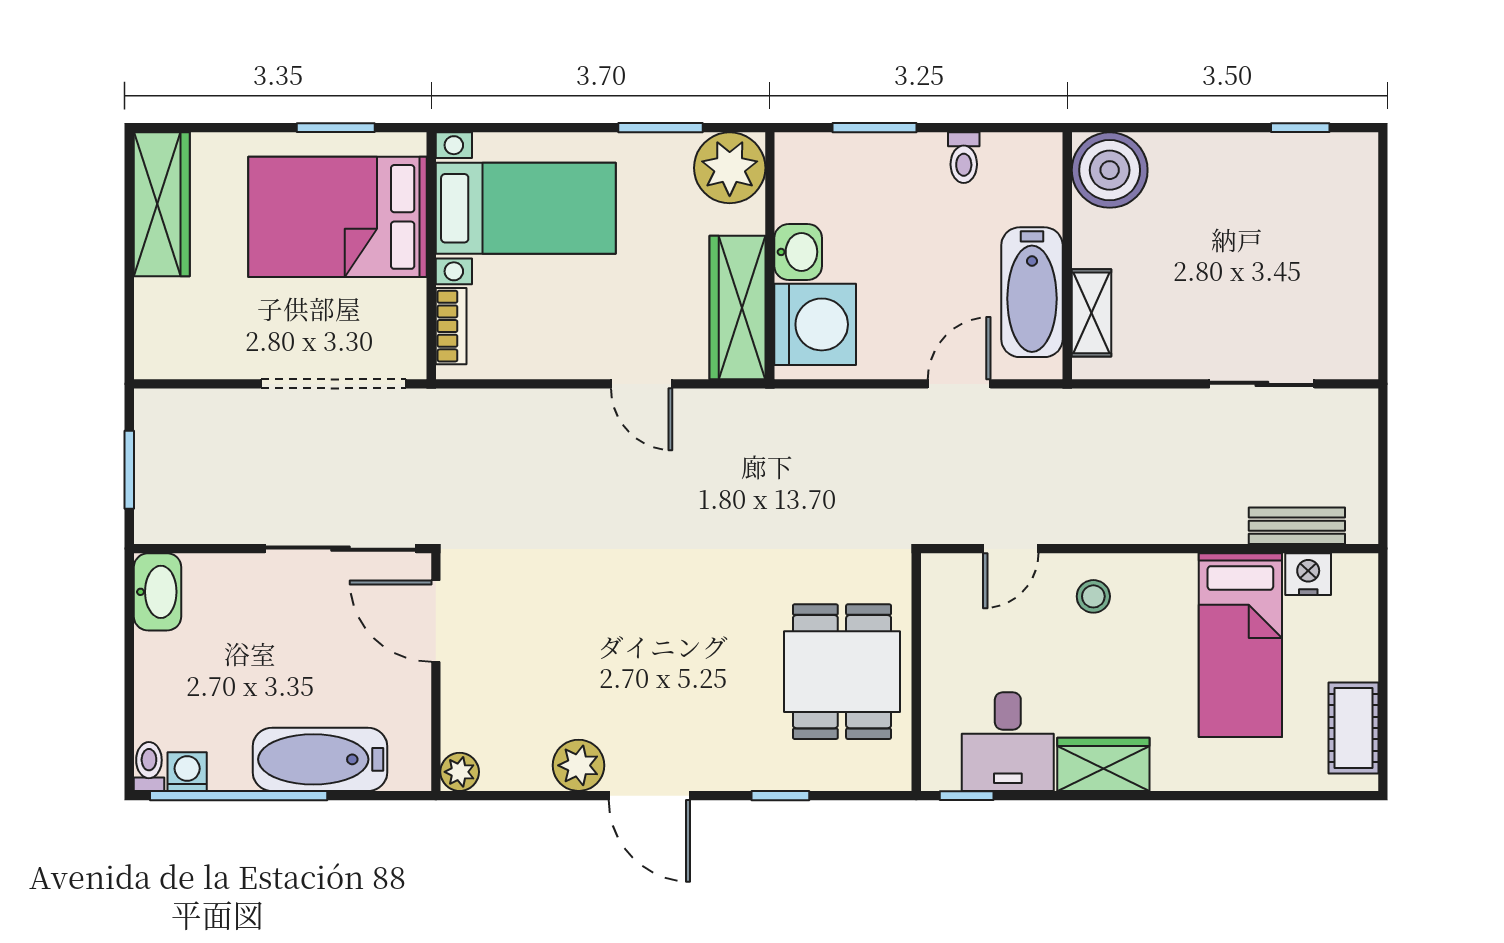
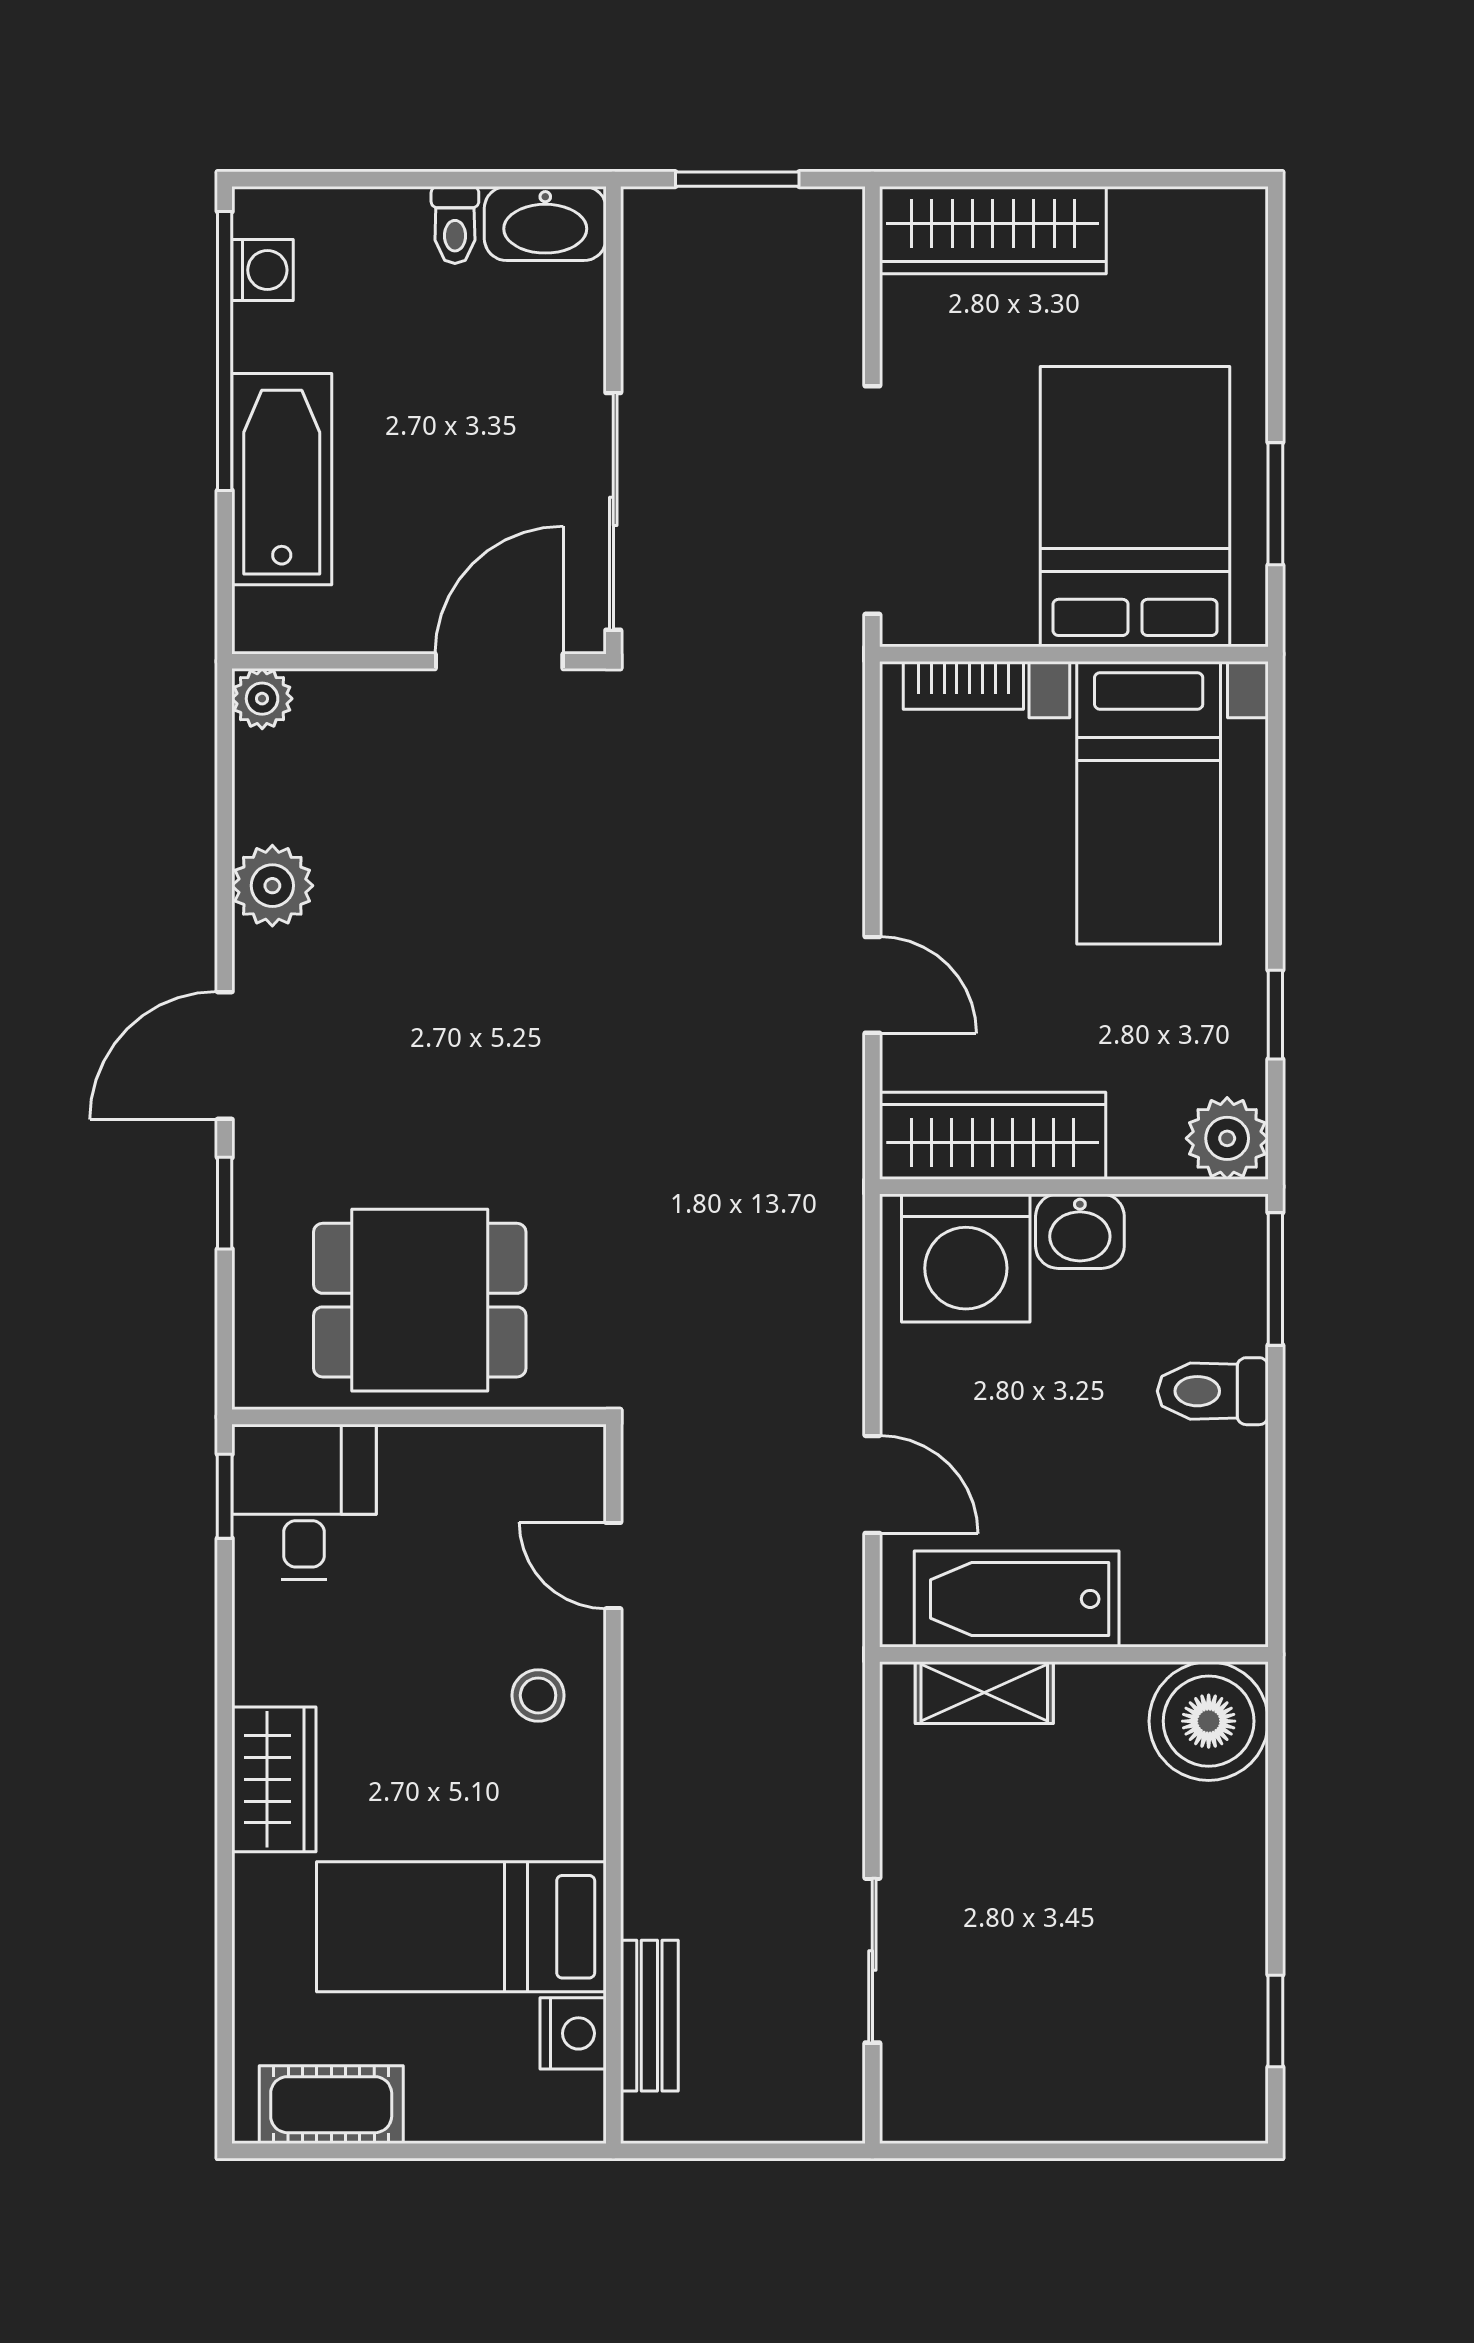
window: (660, 128) -> (1275, 1015), width x0.67
window: (874, 128) -> (1275, 1279), moved
toilet: (964, 158) -> (1213, 1391), moved, width x1.37, depth x1.39
plant: (730, 168) -> (1227, 1138), width x0.73, depth x0.73
wardrobe: (162, 204) -> (993, 230), moved
door: (642, 384) -> (872, 985), swing flipped
desk: (1008, 742) -> (304, 1502), moved, turned 90
wardrobe: (1103, 764) -> (274, 1779), moved
toilet: (149, 767) -> (455, 225), moved, turned 90
door: (649, 796) -> (225, 1055), moved

